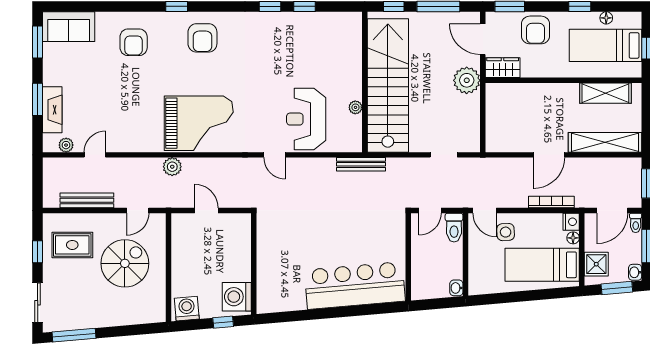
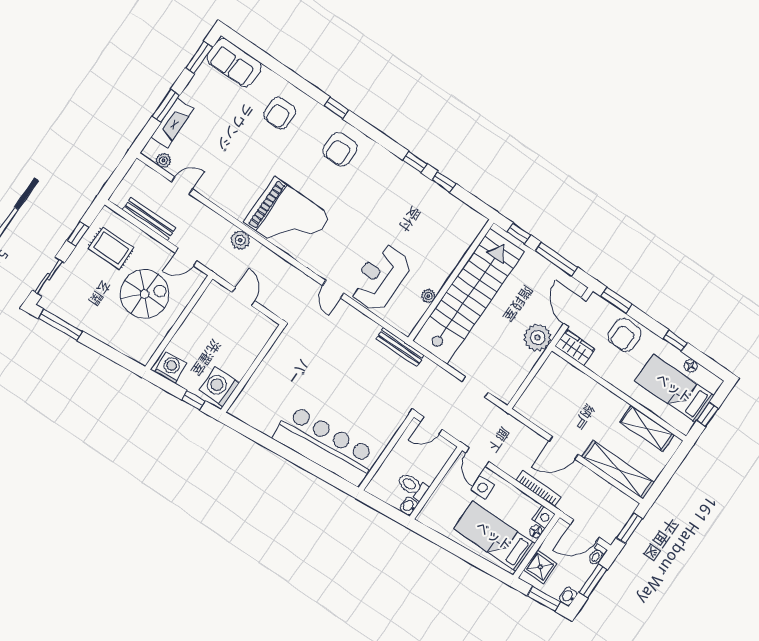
toilet: (454, 228) -> (413, 486), moved, turned 90

